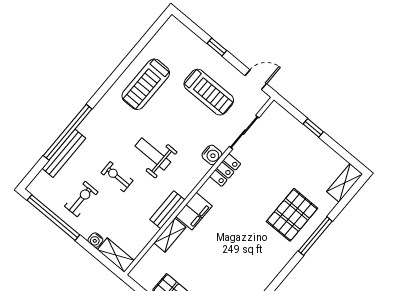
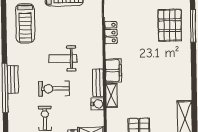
bench: (64, 153) -> (13, 79), moved, width x0.73
water cooler: (212, 155) -> (97, 104), moved
exercise bike: (117, 177) -> (54, 89), width x1.38, depth x1.39

